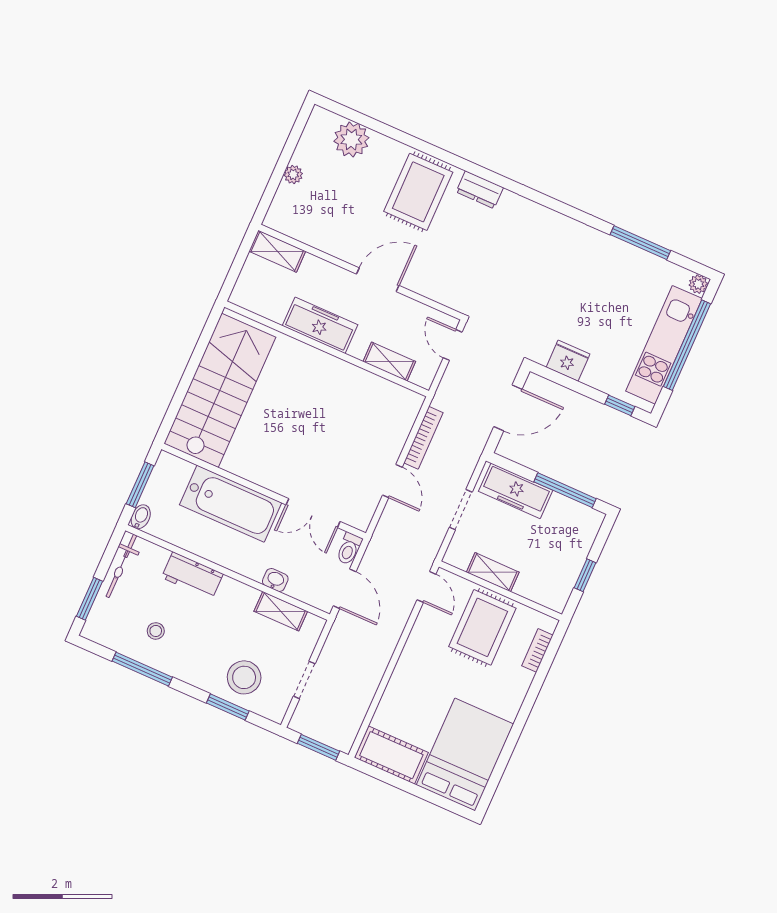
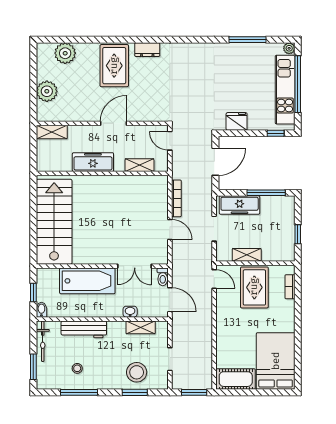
plant: (293, 174) -> (47, 91), width x1.88, depth x1.88
window: (140, 485) -> (33, 292), width x0.67
workbench: (192, 576) -> (84, 329), width x1.38

